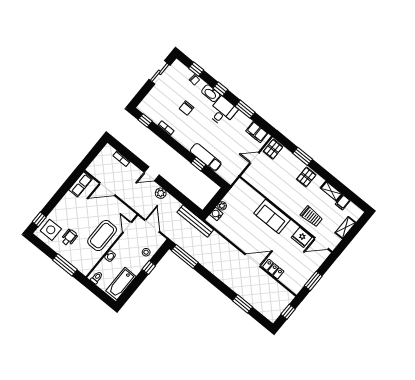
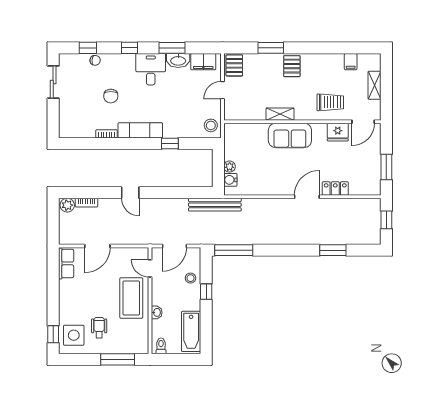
washbasin: (211, 93) -> (178, 60), moved
window: (145, 120) -> (79, 144), removed
exam couch: (206, 157) -> (140, 130), moved
stool: (231, 173) -> (211, 125), added
door: (152, 174) -> (130, 193), hinge flipped
shelving: (331, 191) -> (280, 114), moved
plant: (161, 193) -> (67, 205), moved
door: (152, 226) -> (175, 246), swing flipped

